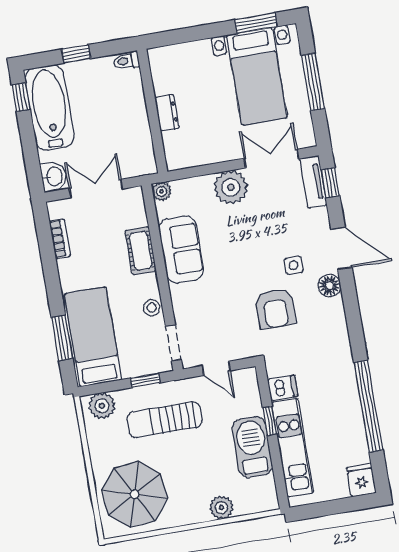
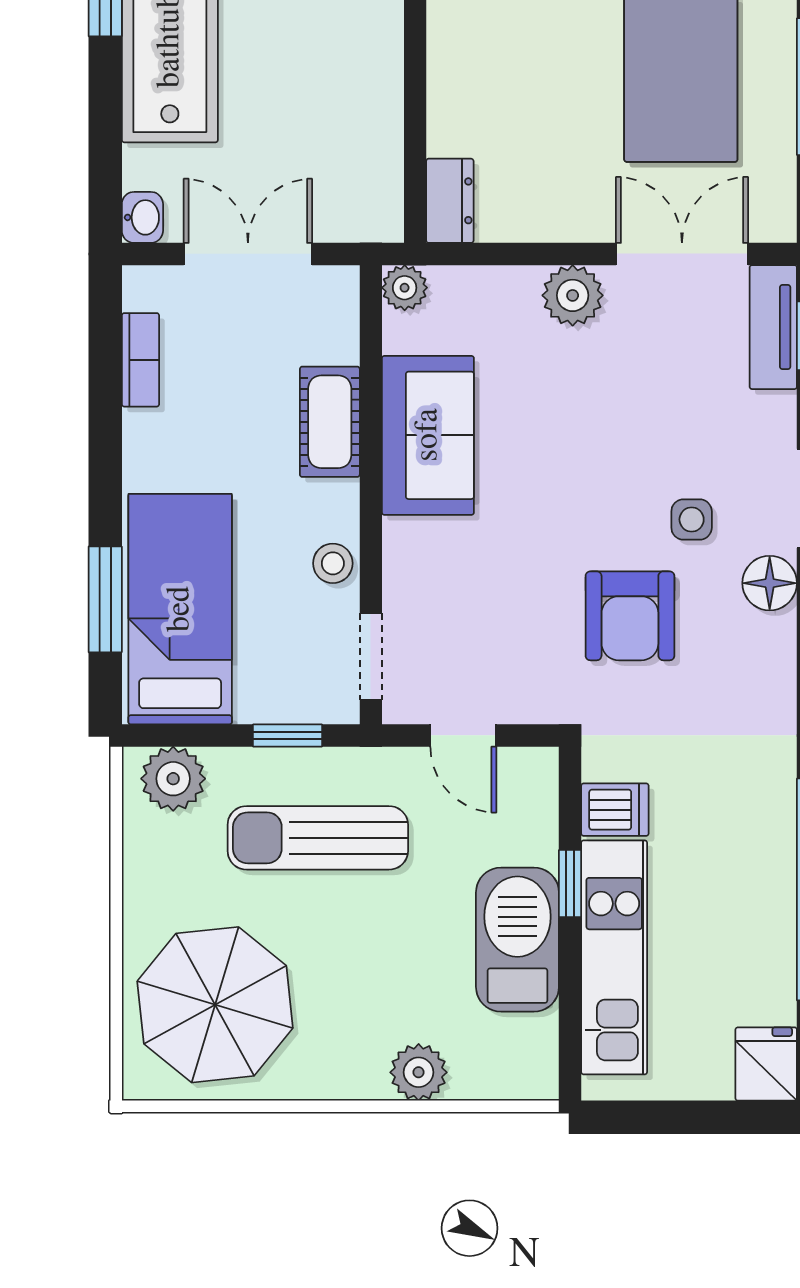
dresser: (167, 113) -> (450, 201), moved
washbasin: (54, 177) -> (142, 217), width x0.72, depth x0.69
plant: (231, 187) -> (573, 295), width x0.73, depth x0.73

